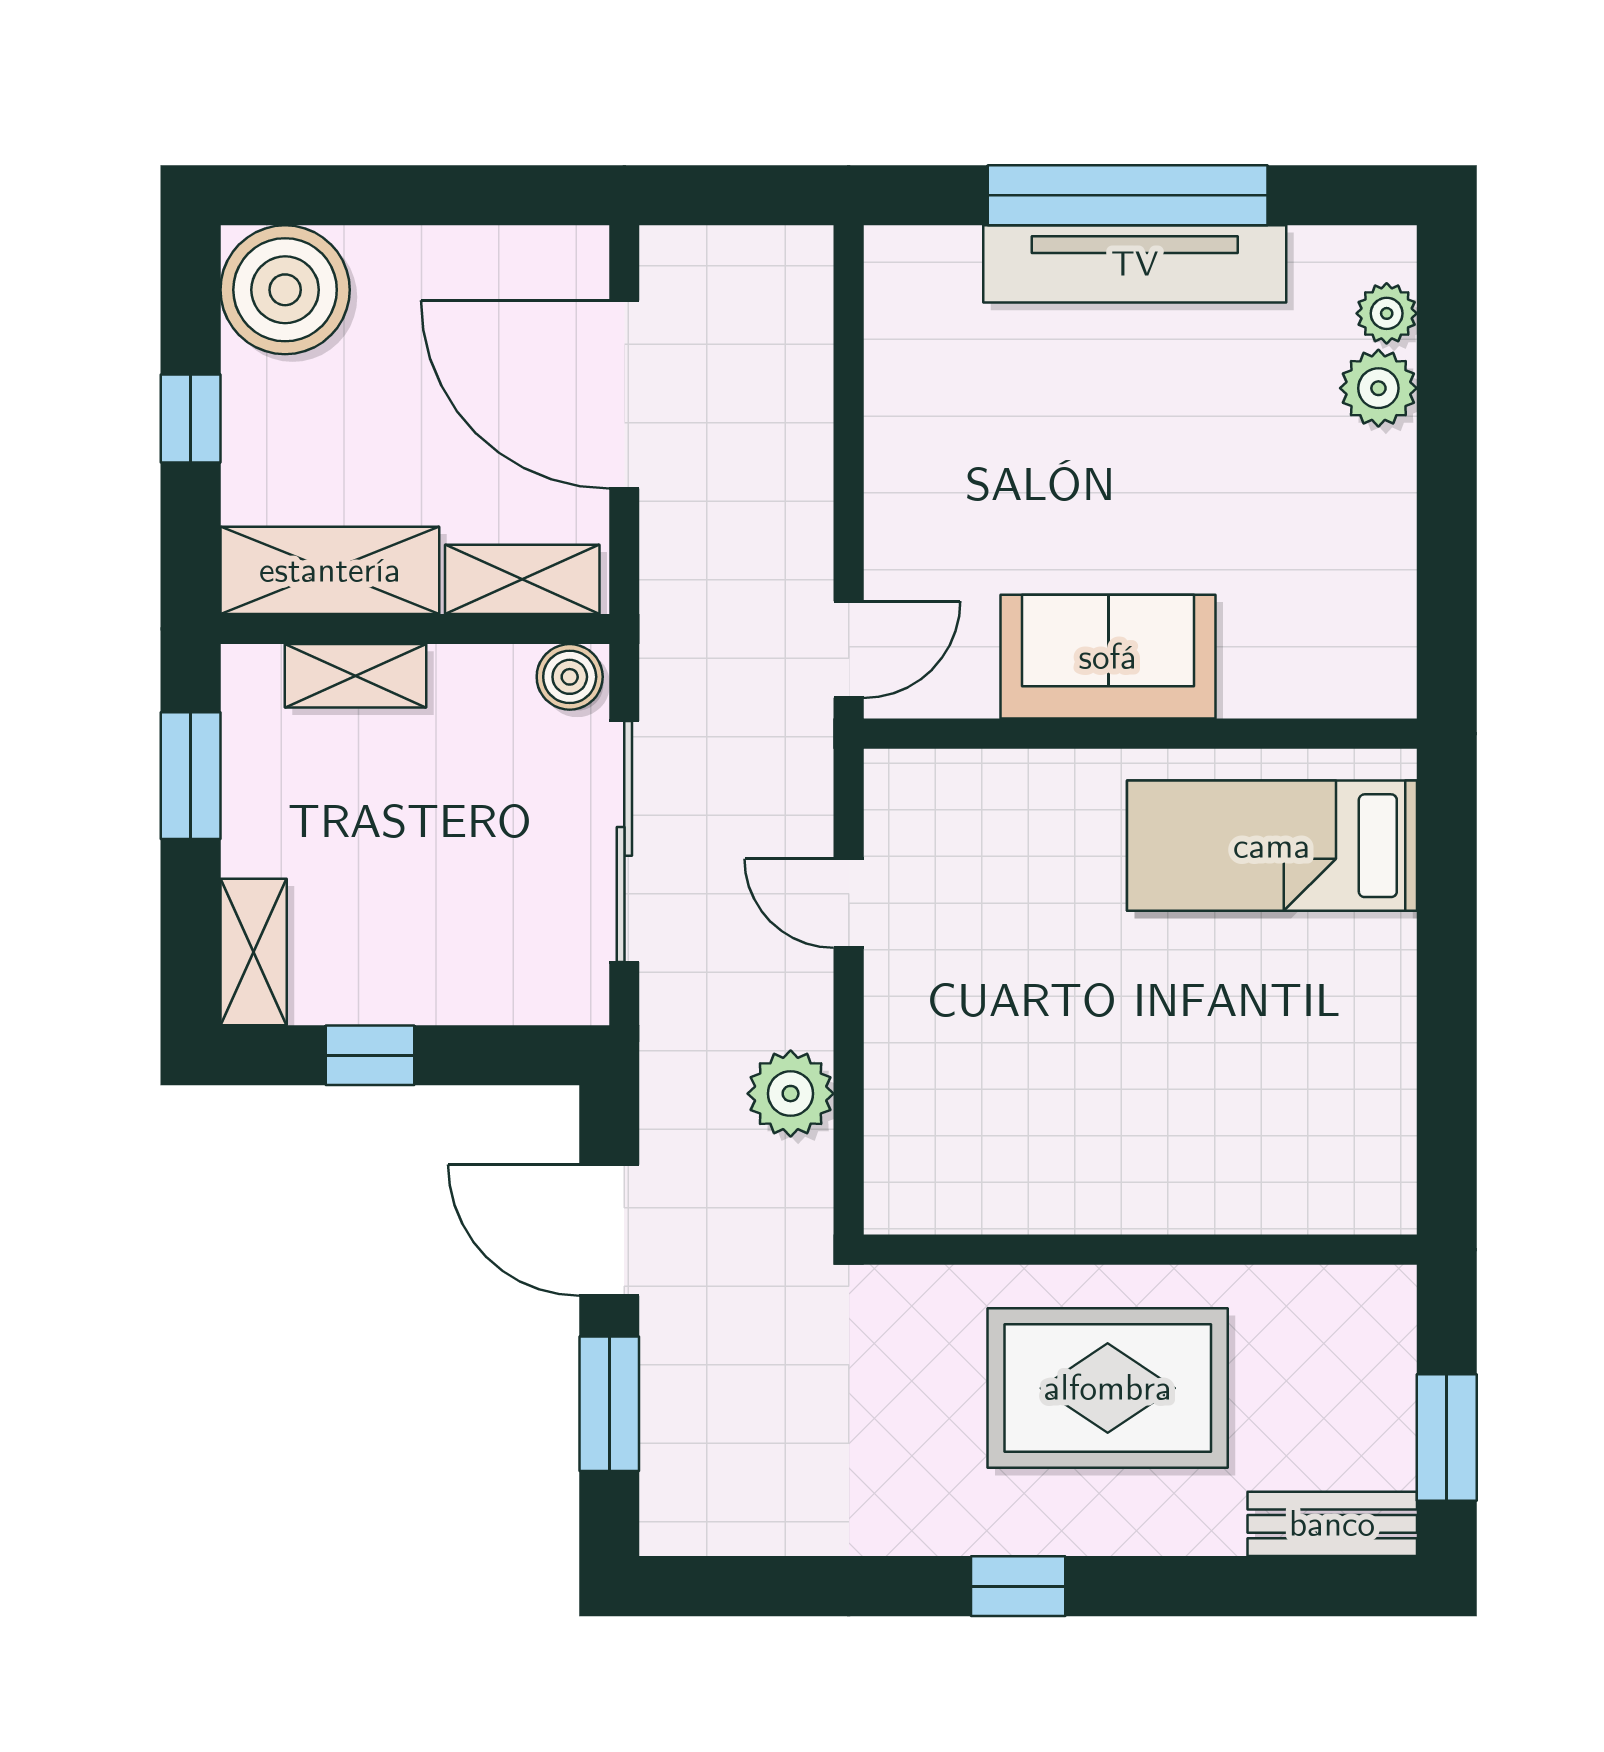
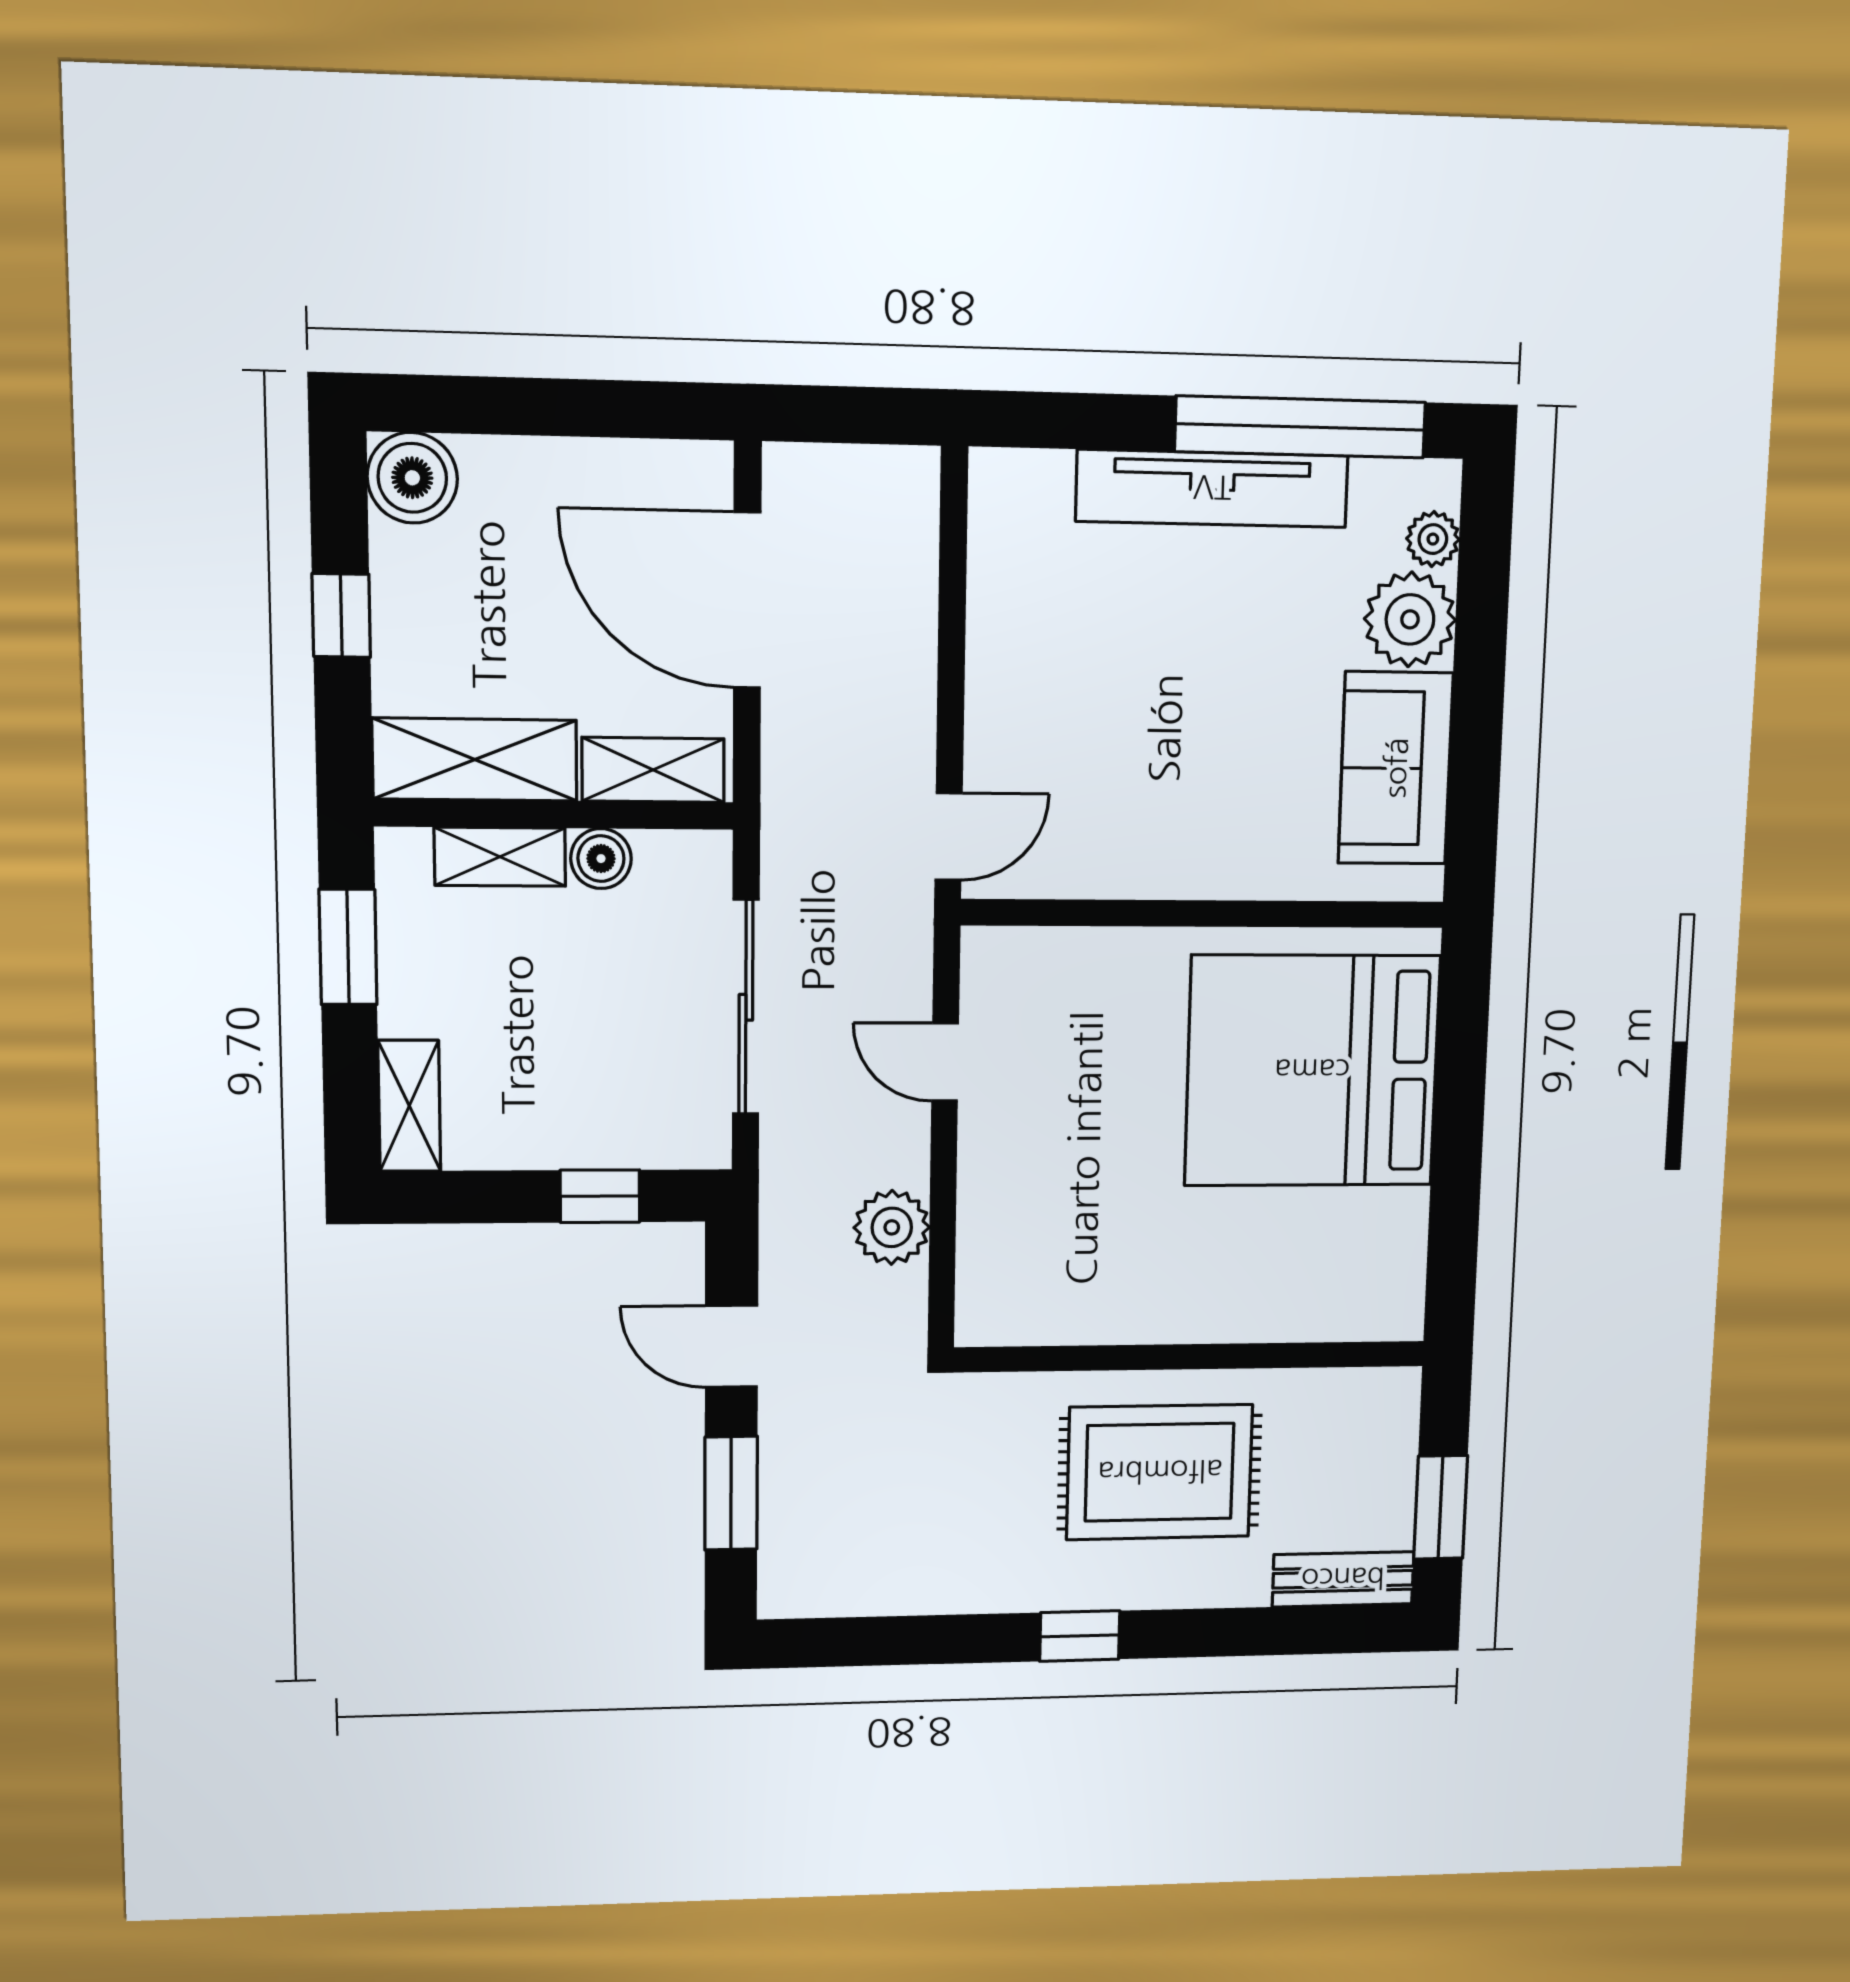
window: (1128, 195) -> (1300, 427), moved
boiler: (285, 290) -> (412, 478), width x0.73, depth x0.73
plant: (1378, 388) -> (1410, 619), width x1.36, depth x1.36
sofa: (1108, 657) -> (1395, 768), moved, turned -90
boiler: (570, 677) -> (601, 859), moved
bed: (1272, 846) -> (1312, 1071), width x2.04
window: (370, 1055) -> (600, 1196), moved
door: (609, 1230) -> (731, 1346), width x0.73

